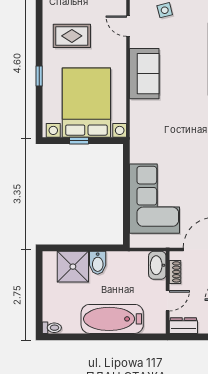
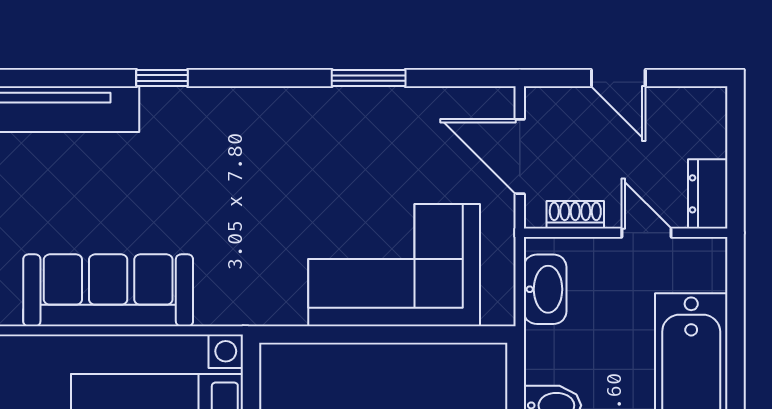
sofa: (144, 74) -> (108, 290), width x1.36
washbasin: (157, 265) -> (545, 289), moved, turned -90

